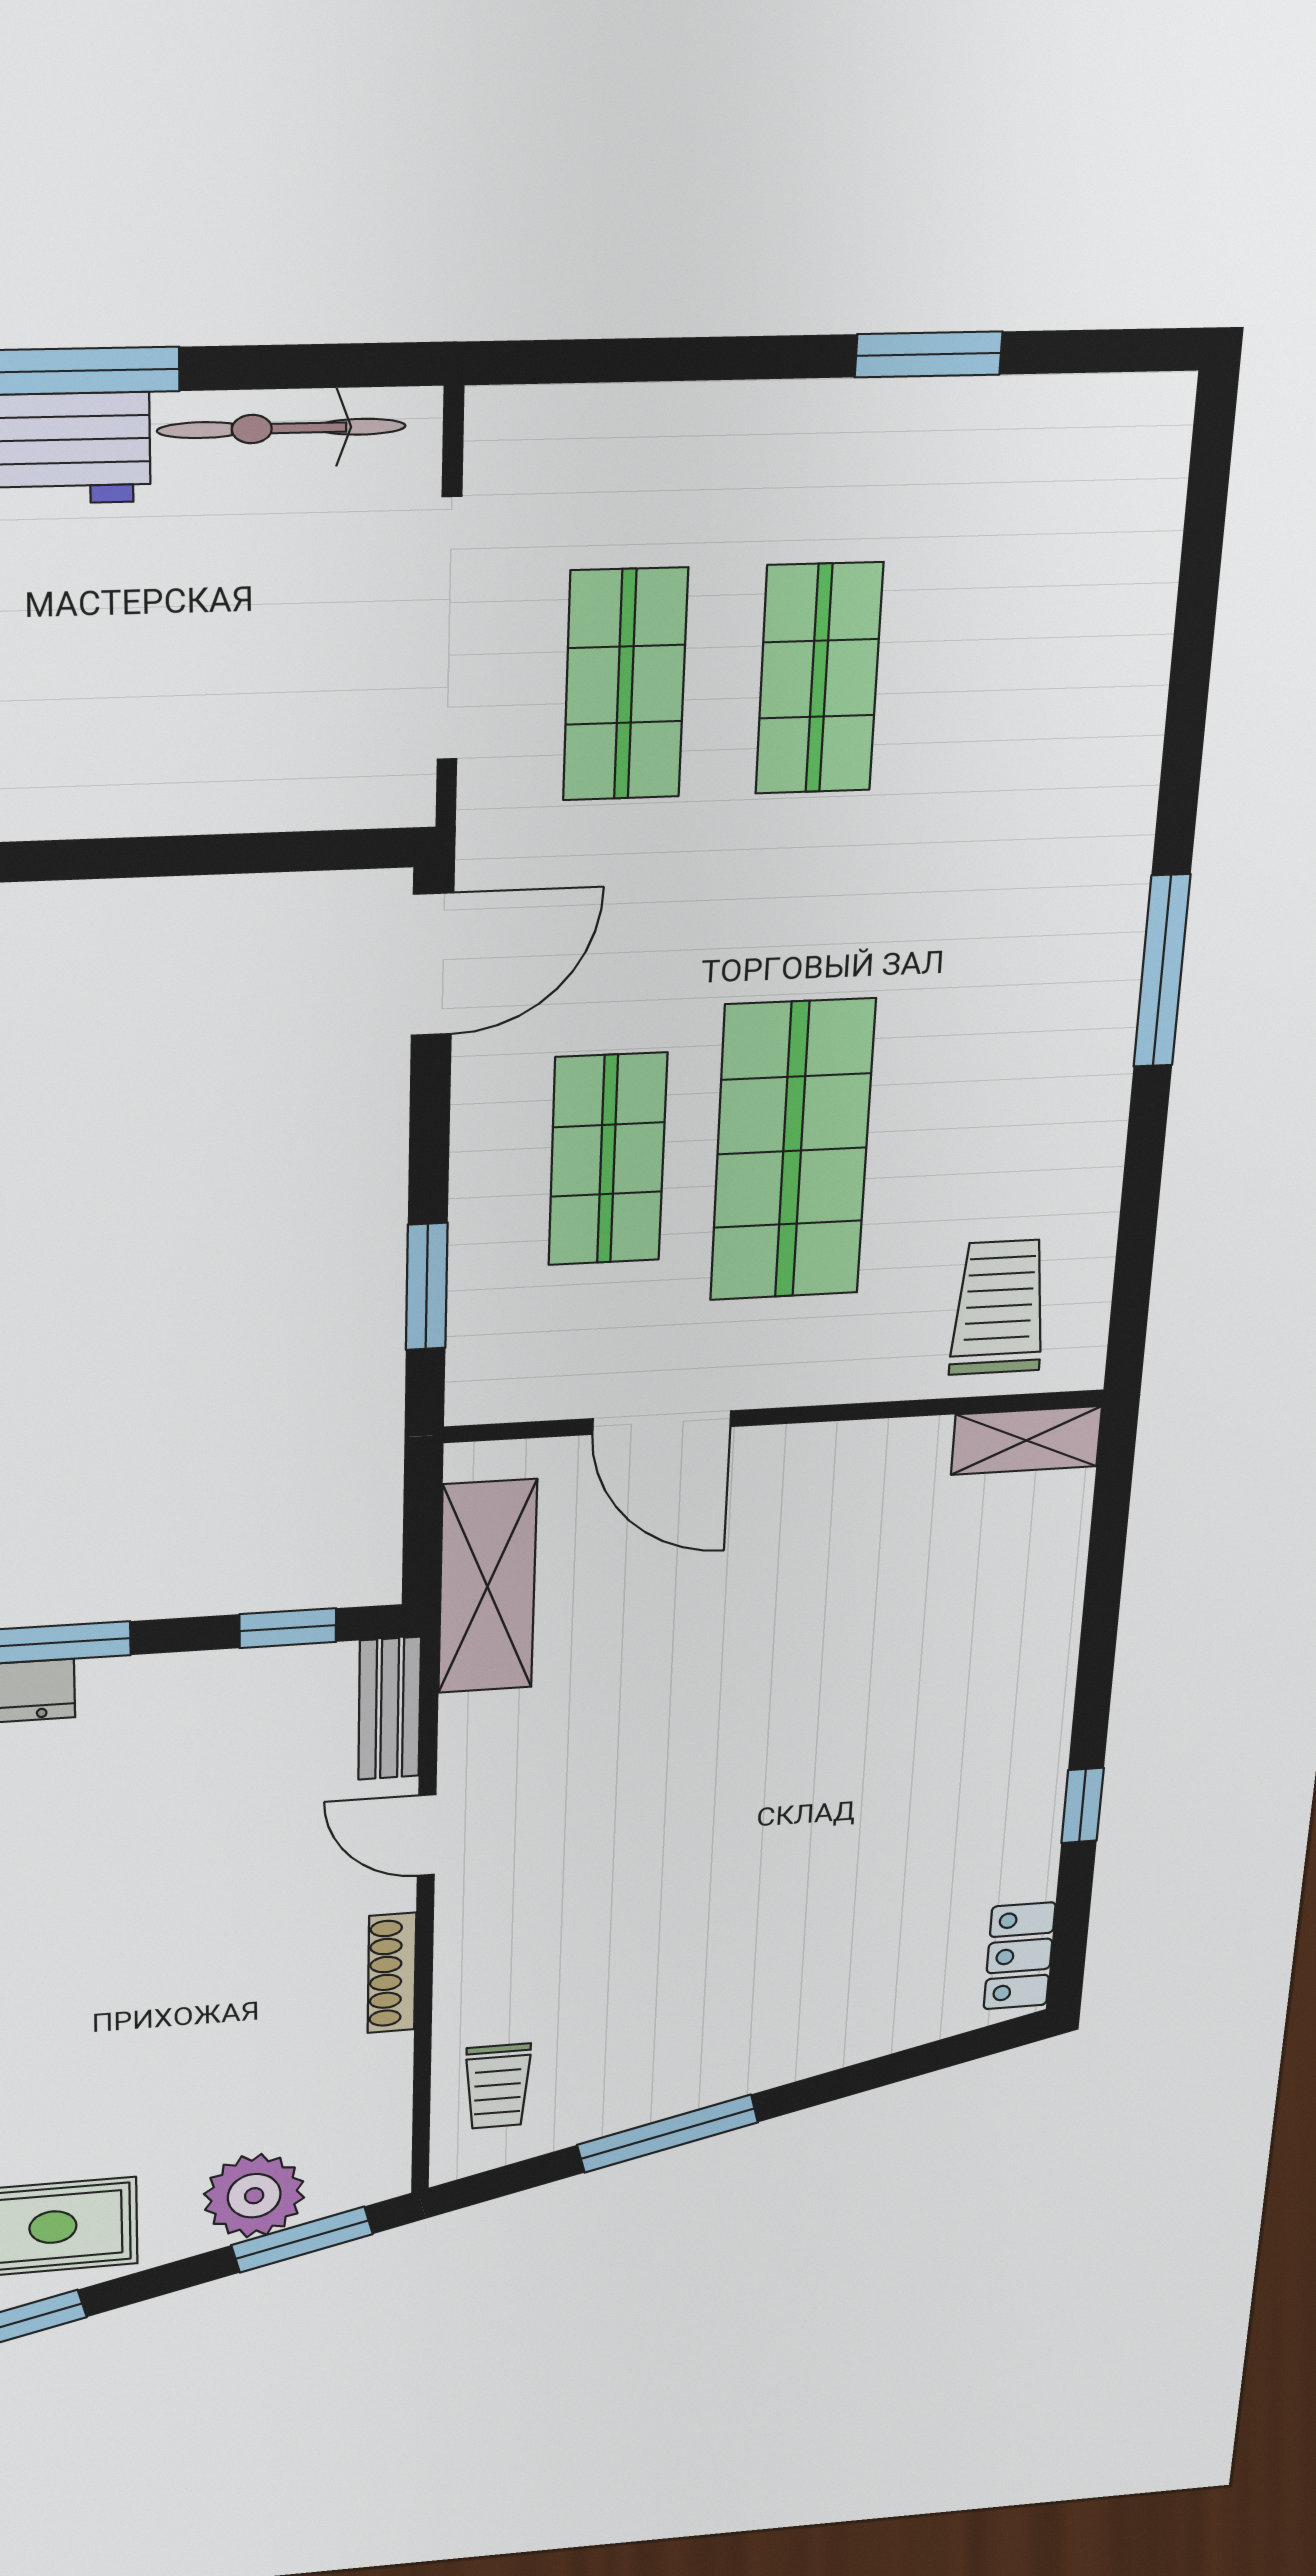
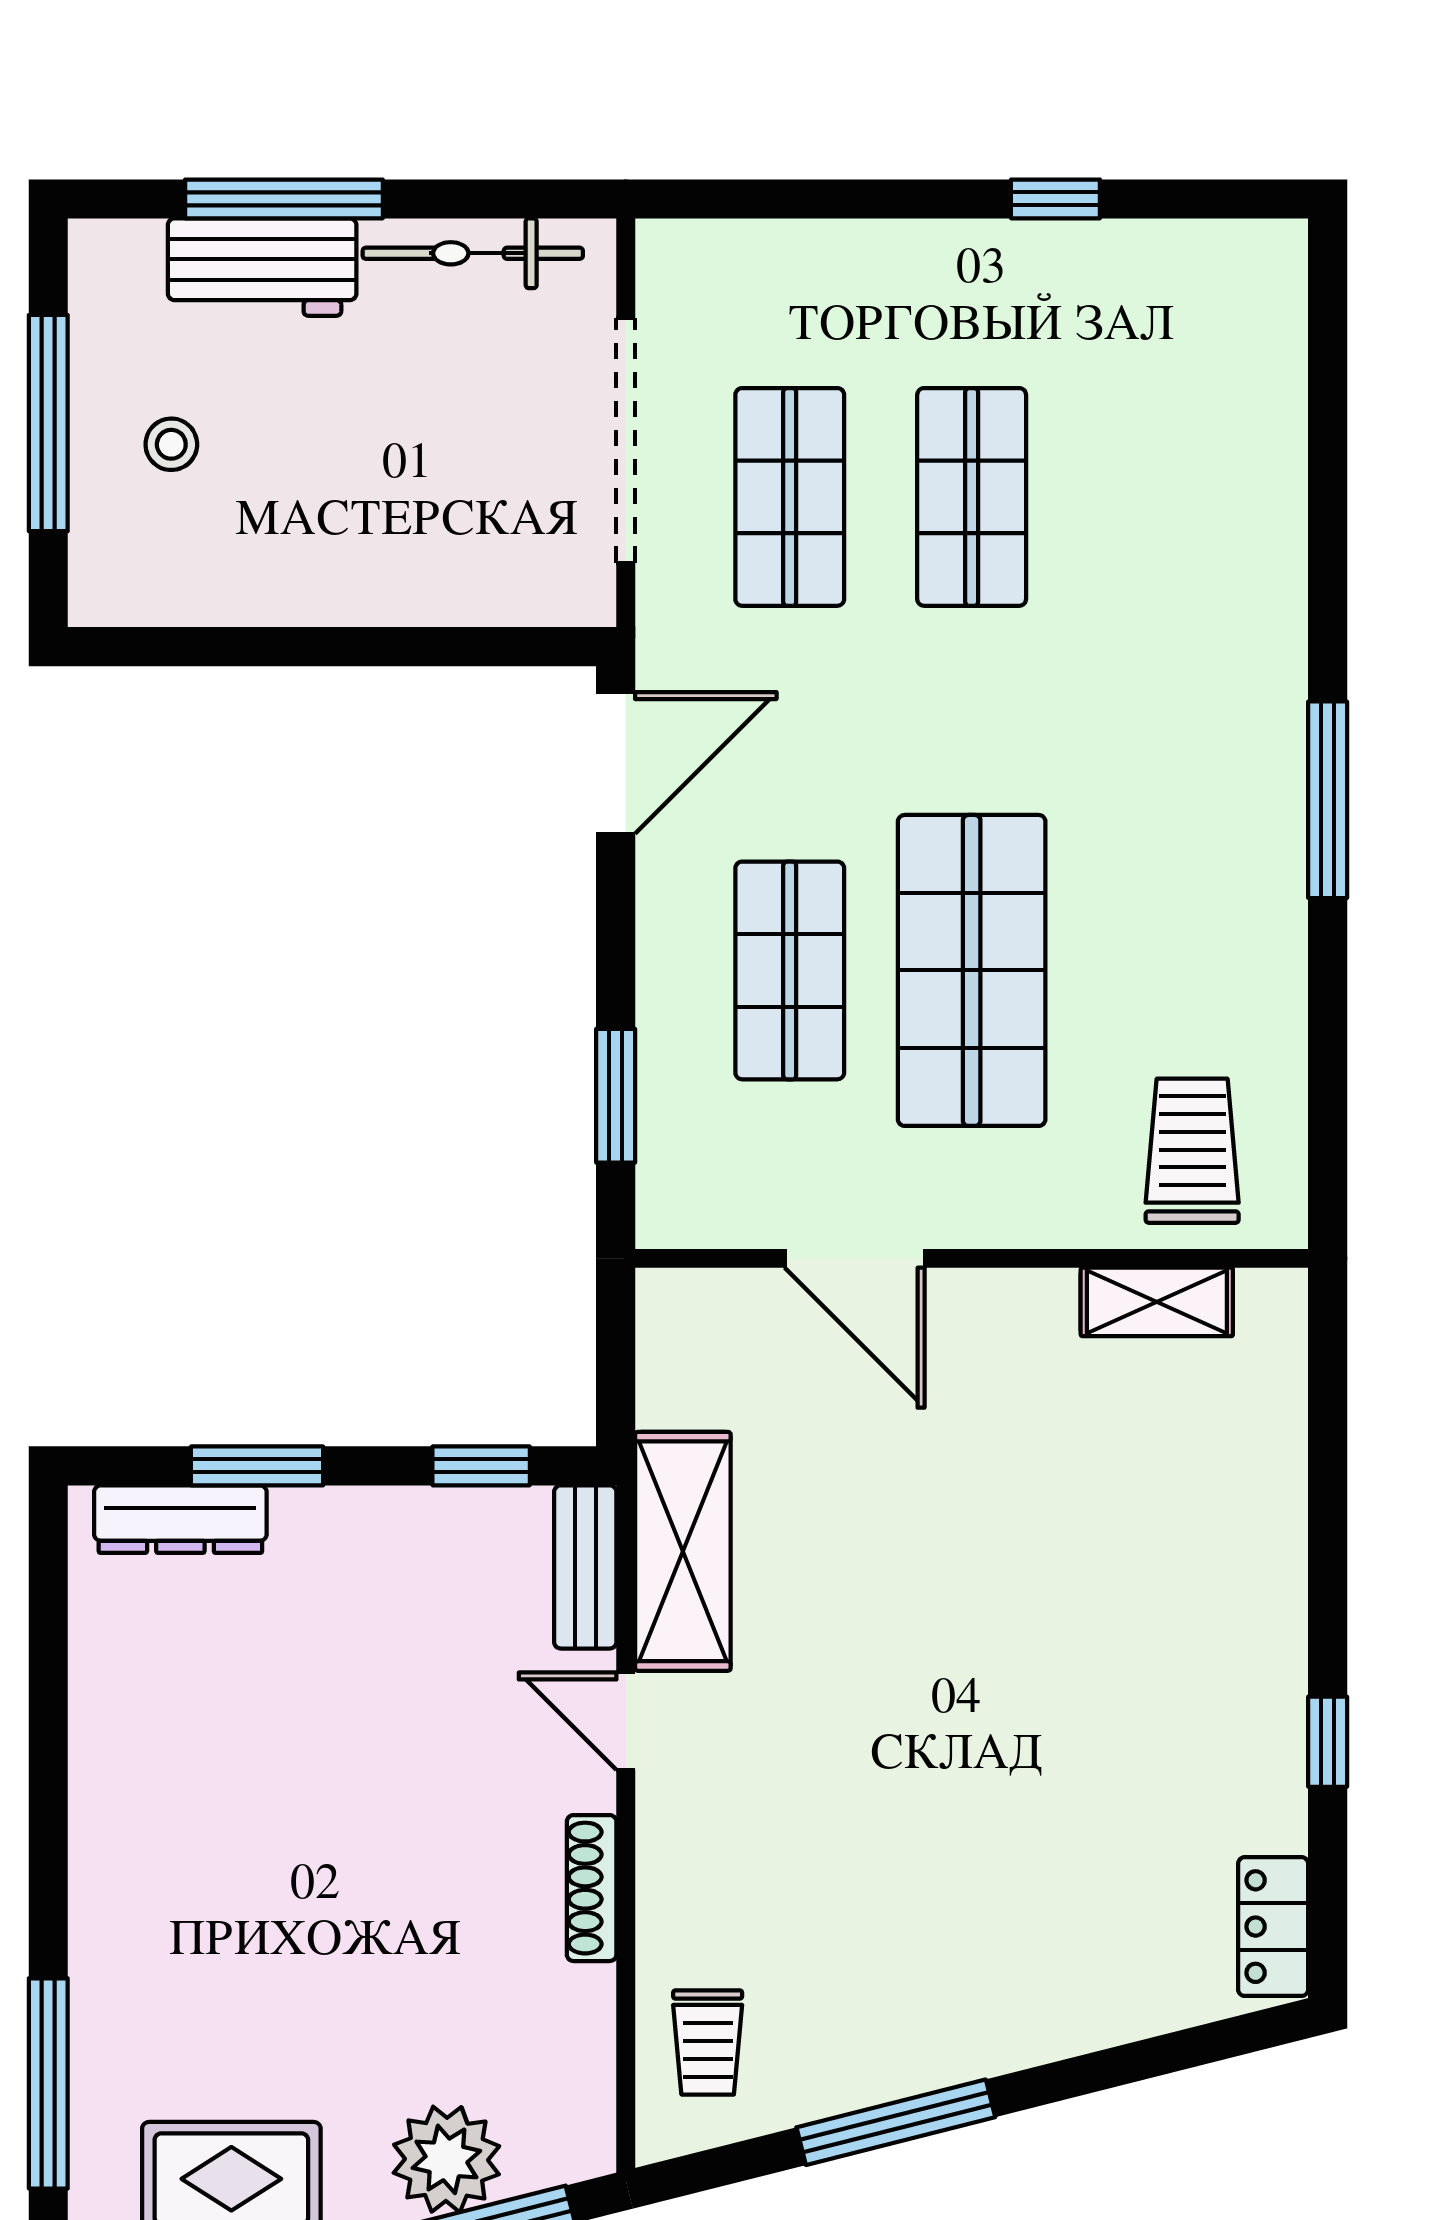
window: (929, 354) -> (1055, 199), width x0.67
shelving: (1026, 1440) -> (1157, 1302), moved
shelving: (487, 1587) -> (683, 1551), moved

